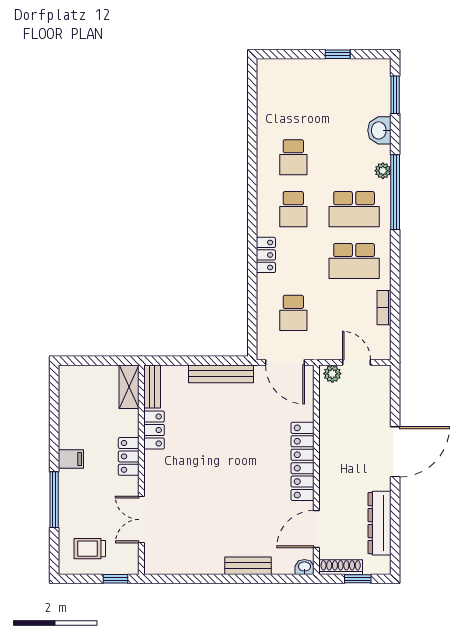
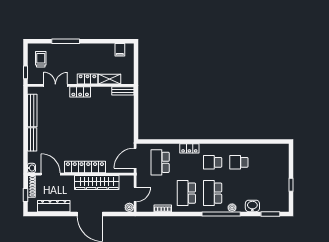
school desk: (293, 313) -> (160, 162), width x1.85
bench: (221, 374) -> (32, 110), moved
plant: (332, 374) -> (129, 207), moved
shelving: (129, 387) -> (110, 79), moved
locker: (154, 430) -> (80, 92), moved
wardrobe: (333, 438) -> (97, 182), added
filing cabinet: (71, 459) -> (120, 50), moved

